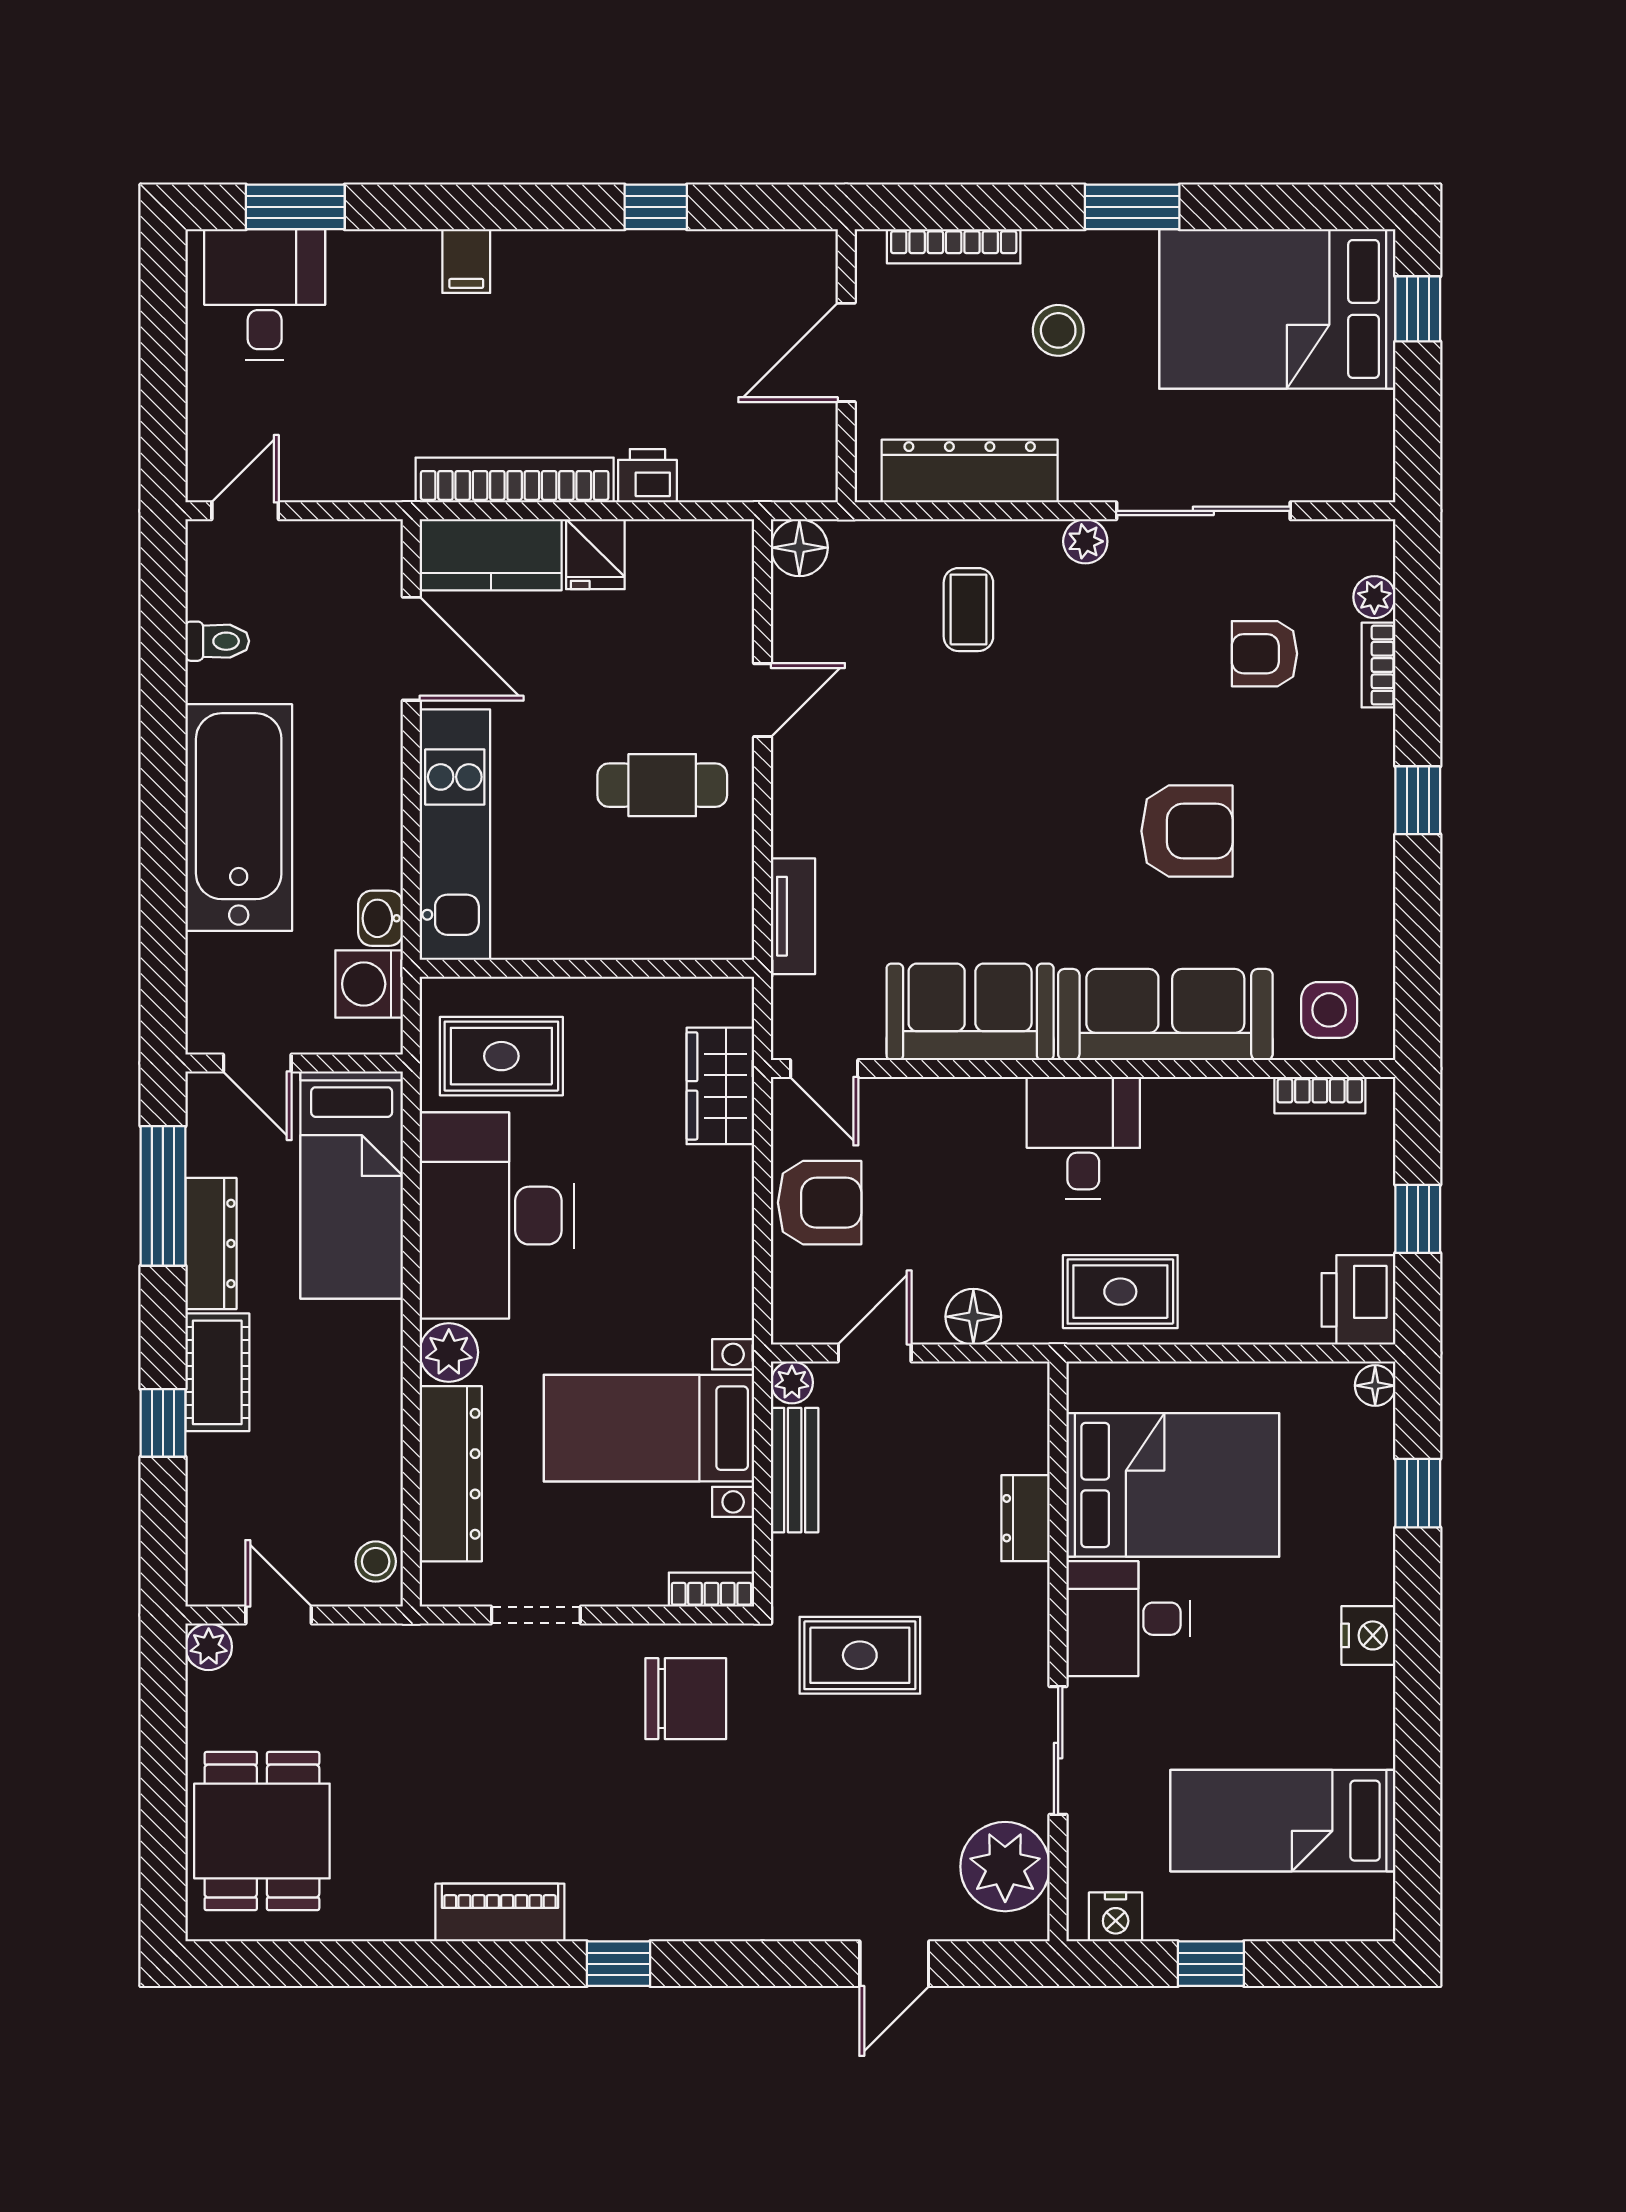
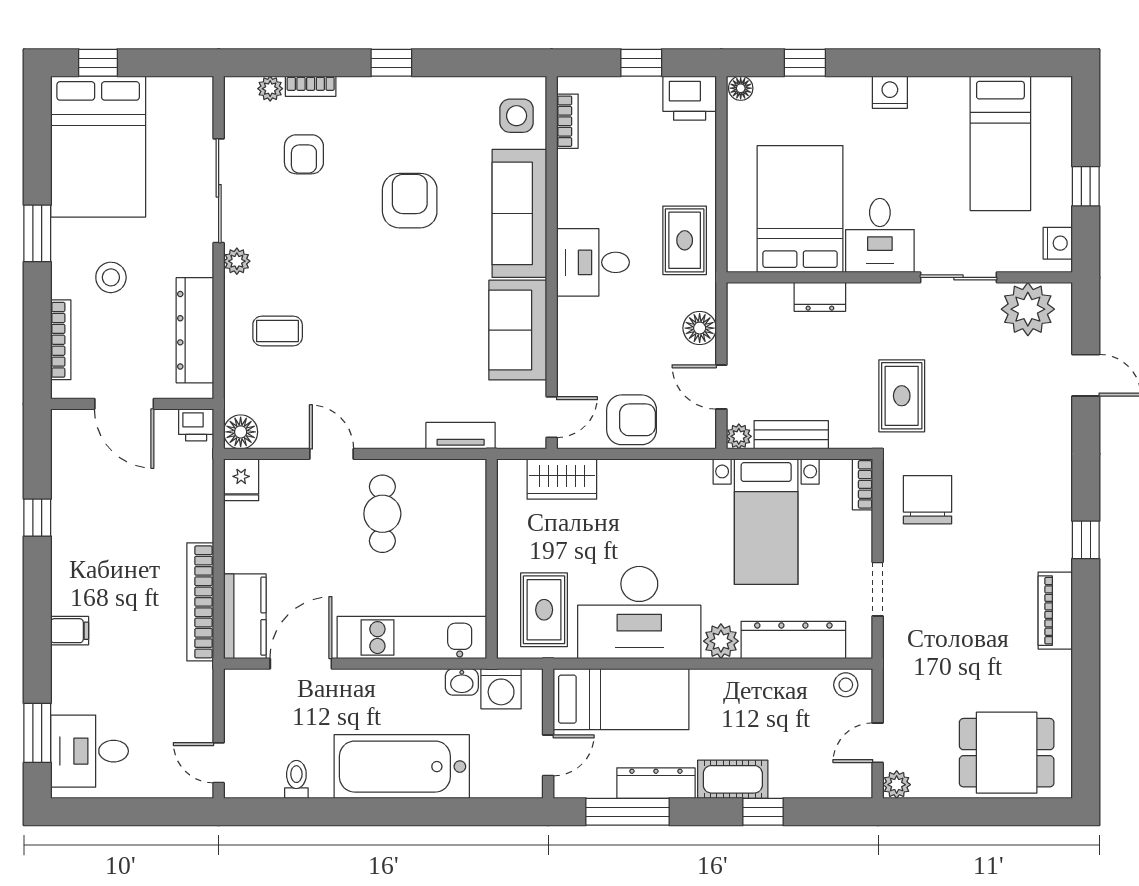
printer: (647, 476) -> (196, 425), moved, turned -90
fridge: (595, 554) -> (241, 480), moved, turned 90
armchair: (820, 1203) -> (632, 420), turned 90

